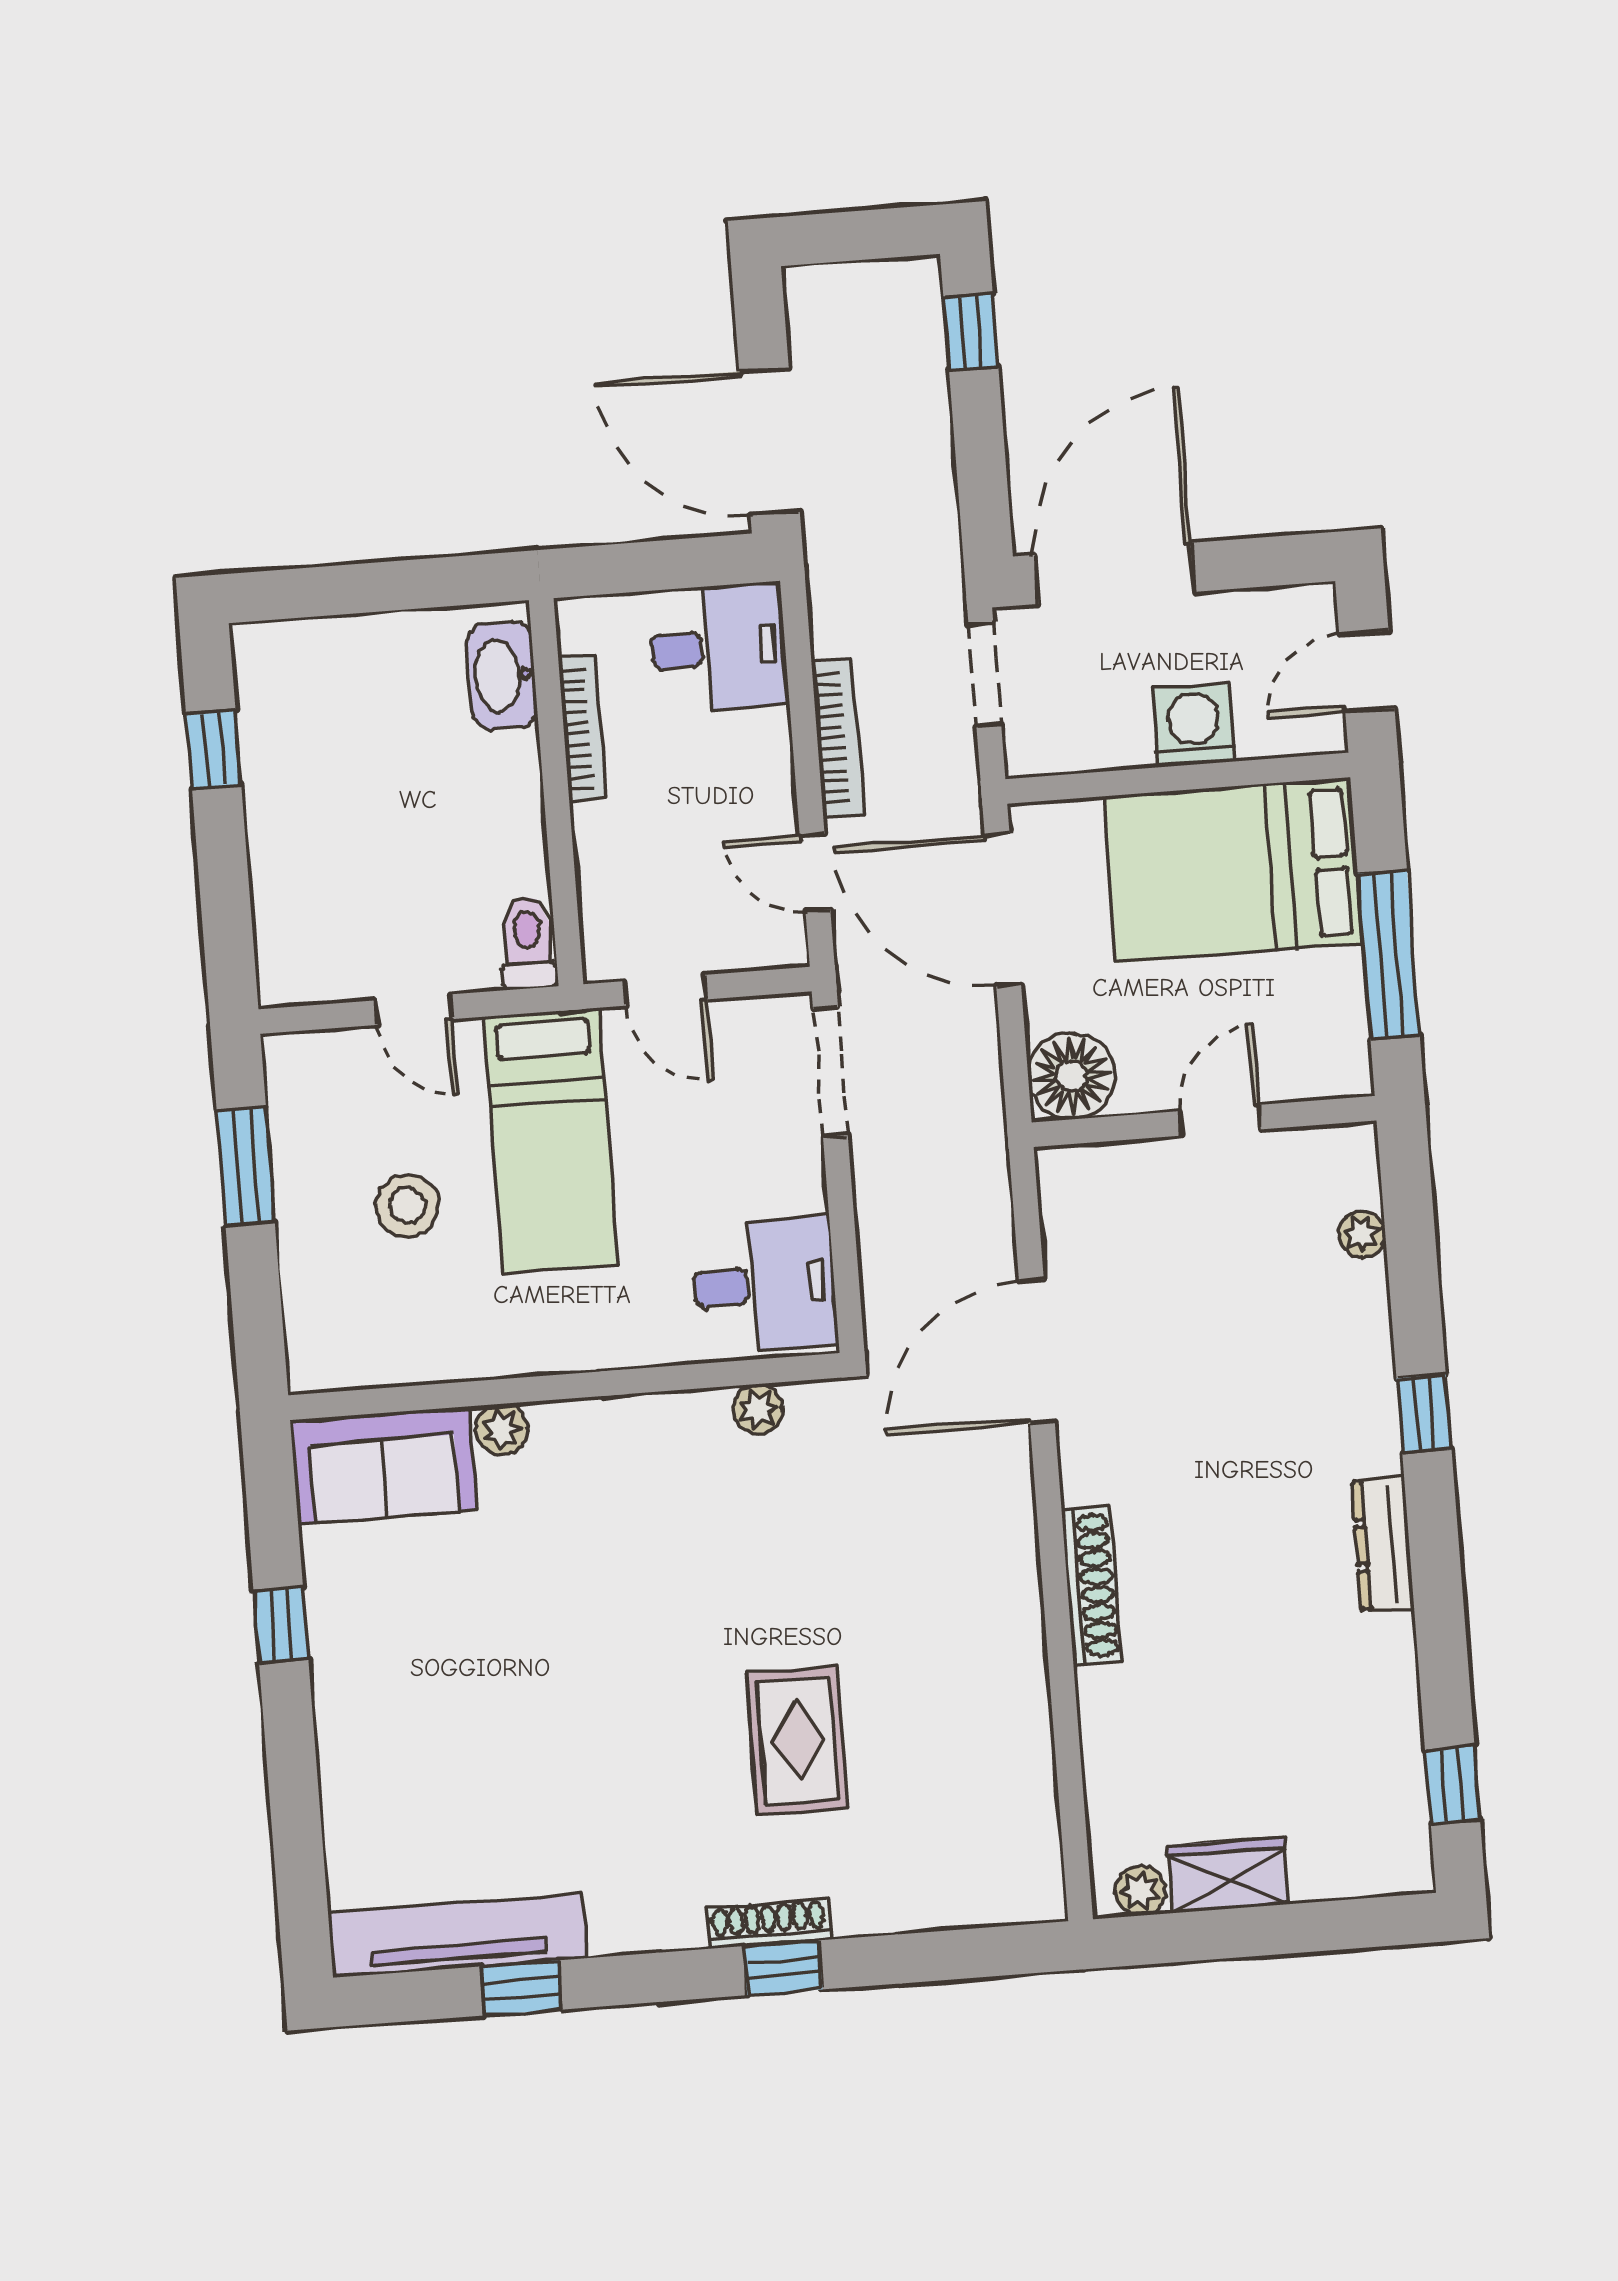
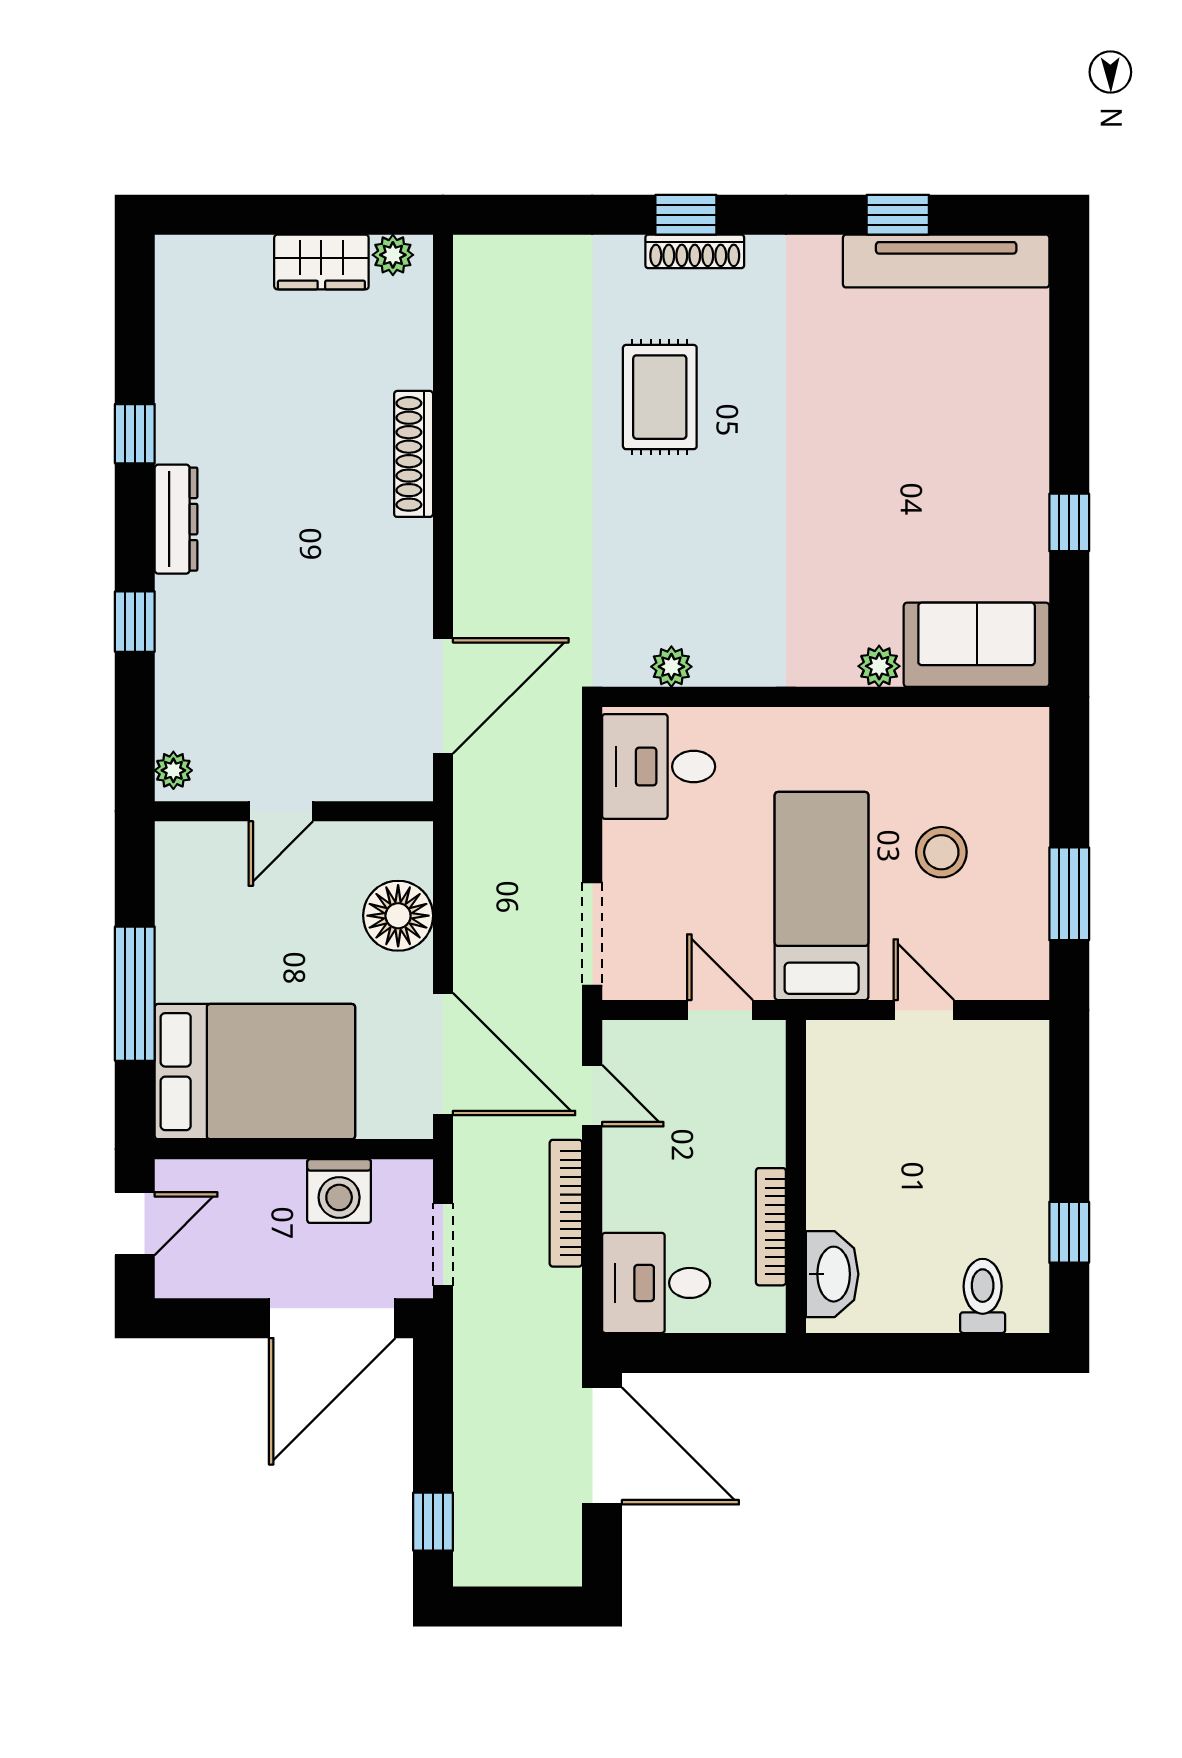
washing machine: (1194, 725) -> (339, 1191), moved
toilet: (527, 943) -> (983, 1296), moved, turned 180
door: (1220, 1120) -> (281, 811), moved
wall: (1204, 1121) -> (294, 811), moved
shoe rack: (1091, 1586) -> (414, 454), moved
window: (1453, 1785) -> (135, 434), moved

